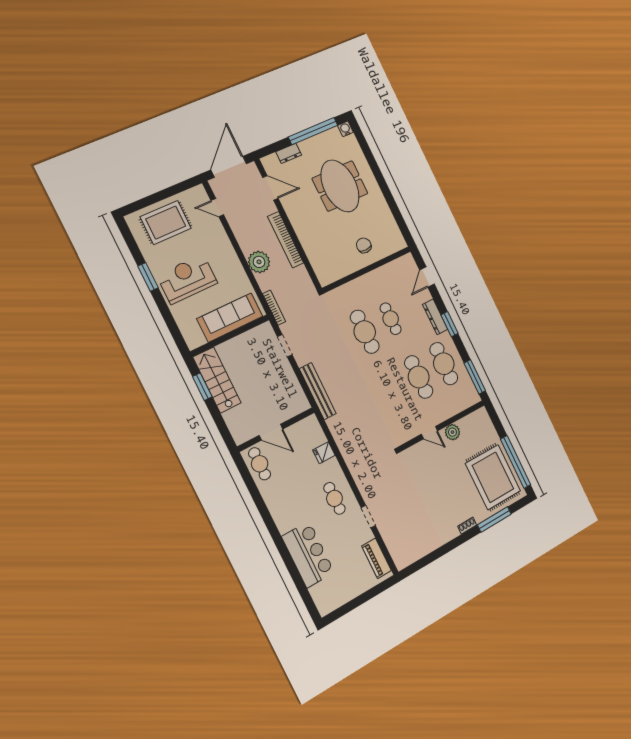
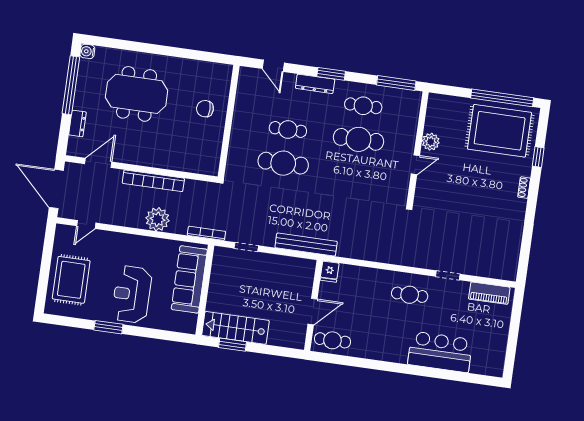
cafe table: (444, 364) -> (363, 106), width x0.73, depth x0.74
fridge: (324, 453) -> (330, 272), moved
window: (494, 519) -> (538, 157), width x0.46

